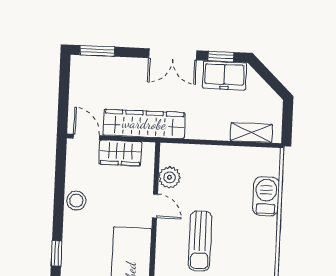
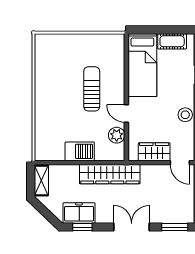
double door: (173, 54) -> (132, 227), moved
wardrobe: (144, 124) -> (110, 174), moved
shelving: (251, 133) -> (41, 180), moved, turned 90
barbecue: (266, 196) -> (80, 151), moved, turned -90

